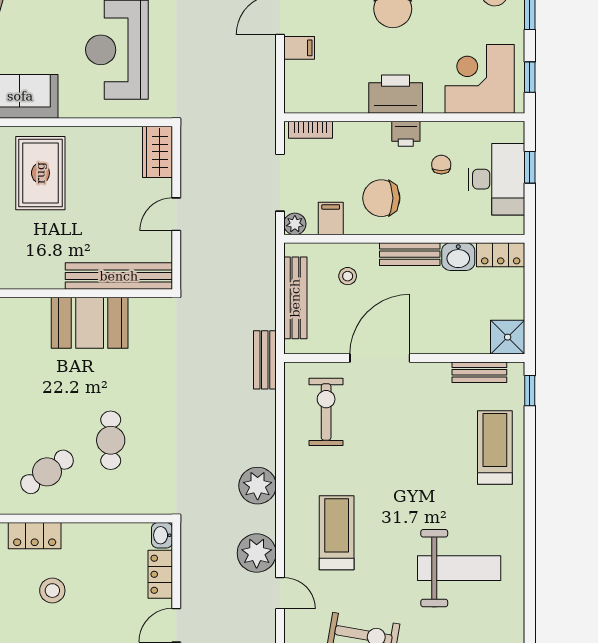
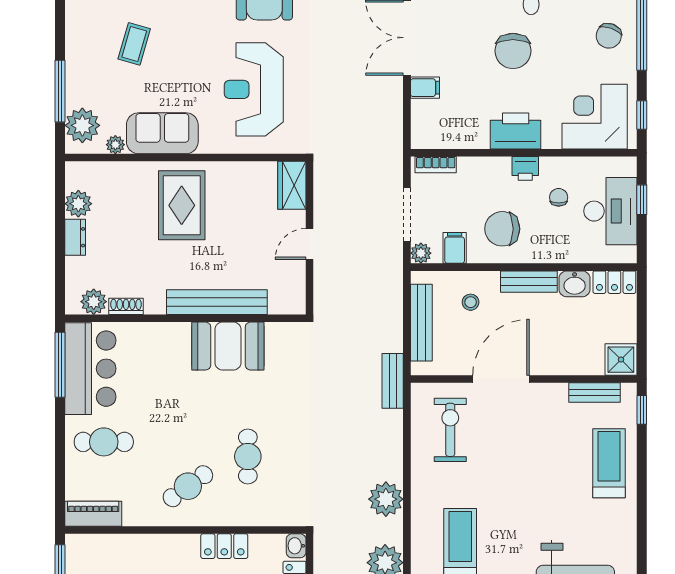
bench: (119, 276) -> (217, 302), moved
locker: (35, 536) -> (224, 546), moved

